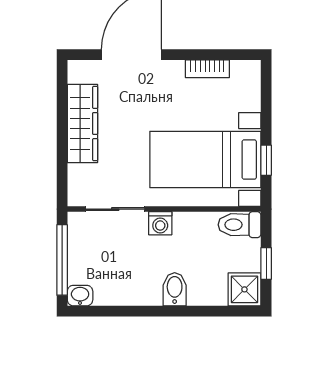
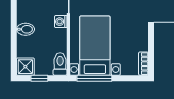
bookcase: (207, 69) -> (143, 64), moved
window: (266, 160) -> (94, 78), width x2.17

